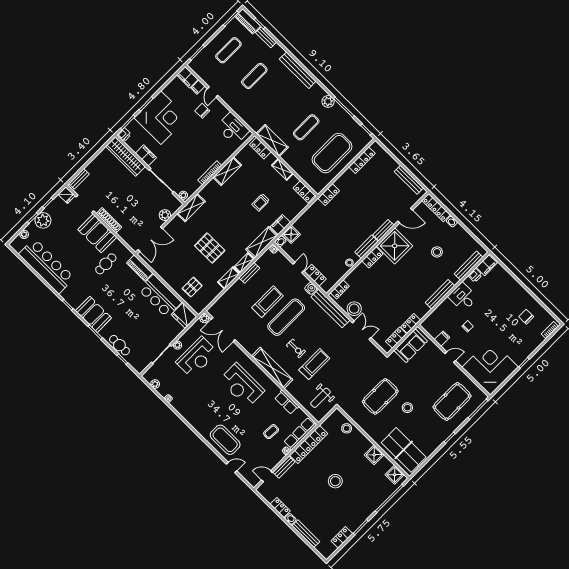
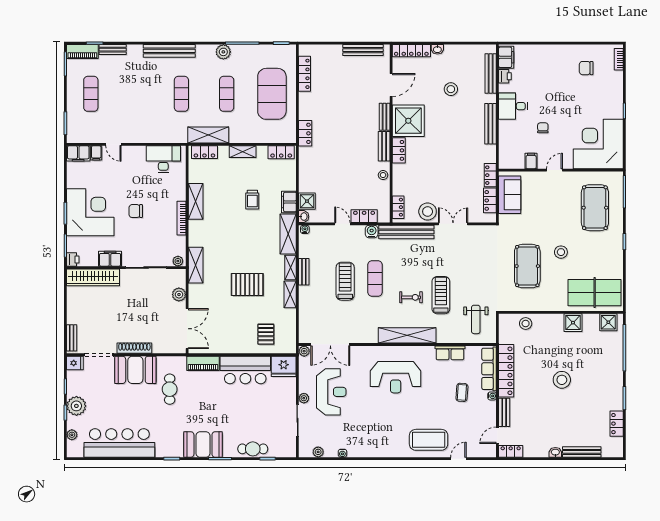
exercise mat: (254, 76) -> (181, 94), moved
chair: (202, 111) -> (136, 211), moved
exercise mat: (286, 317) -> (375, 278), width x0.73, depth x0.69
locker: (280, 508) -> (511, 451), moved

